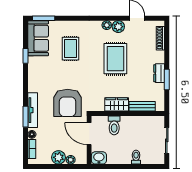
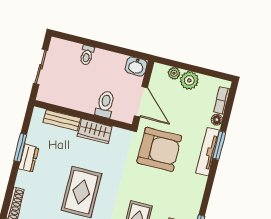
armchair: (68, 103) -> (159, 149), turned 90

